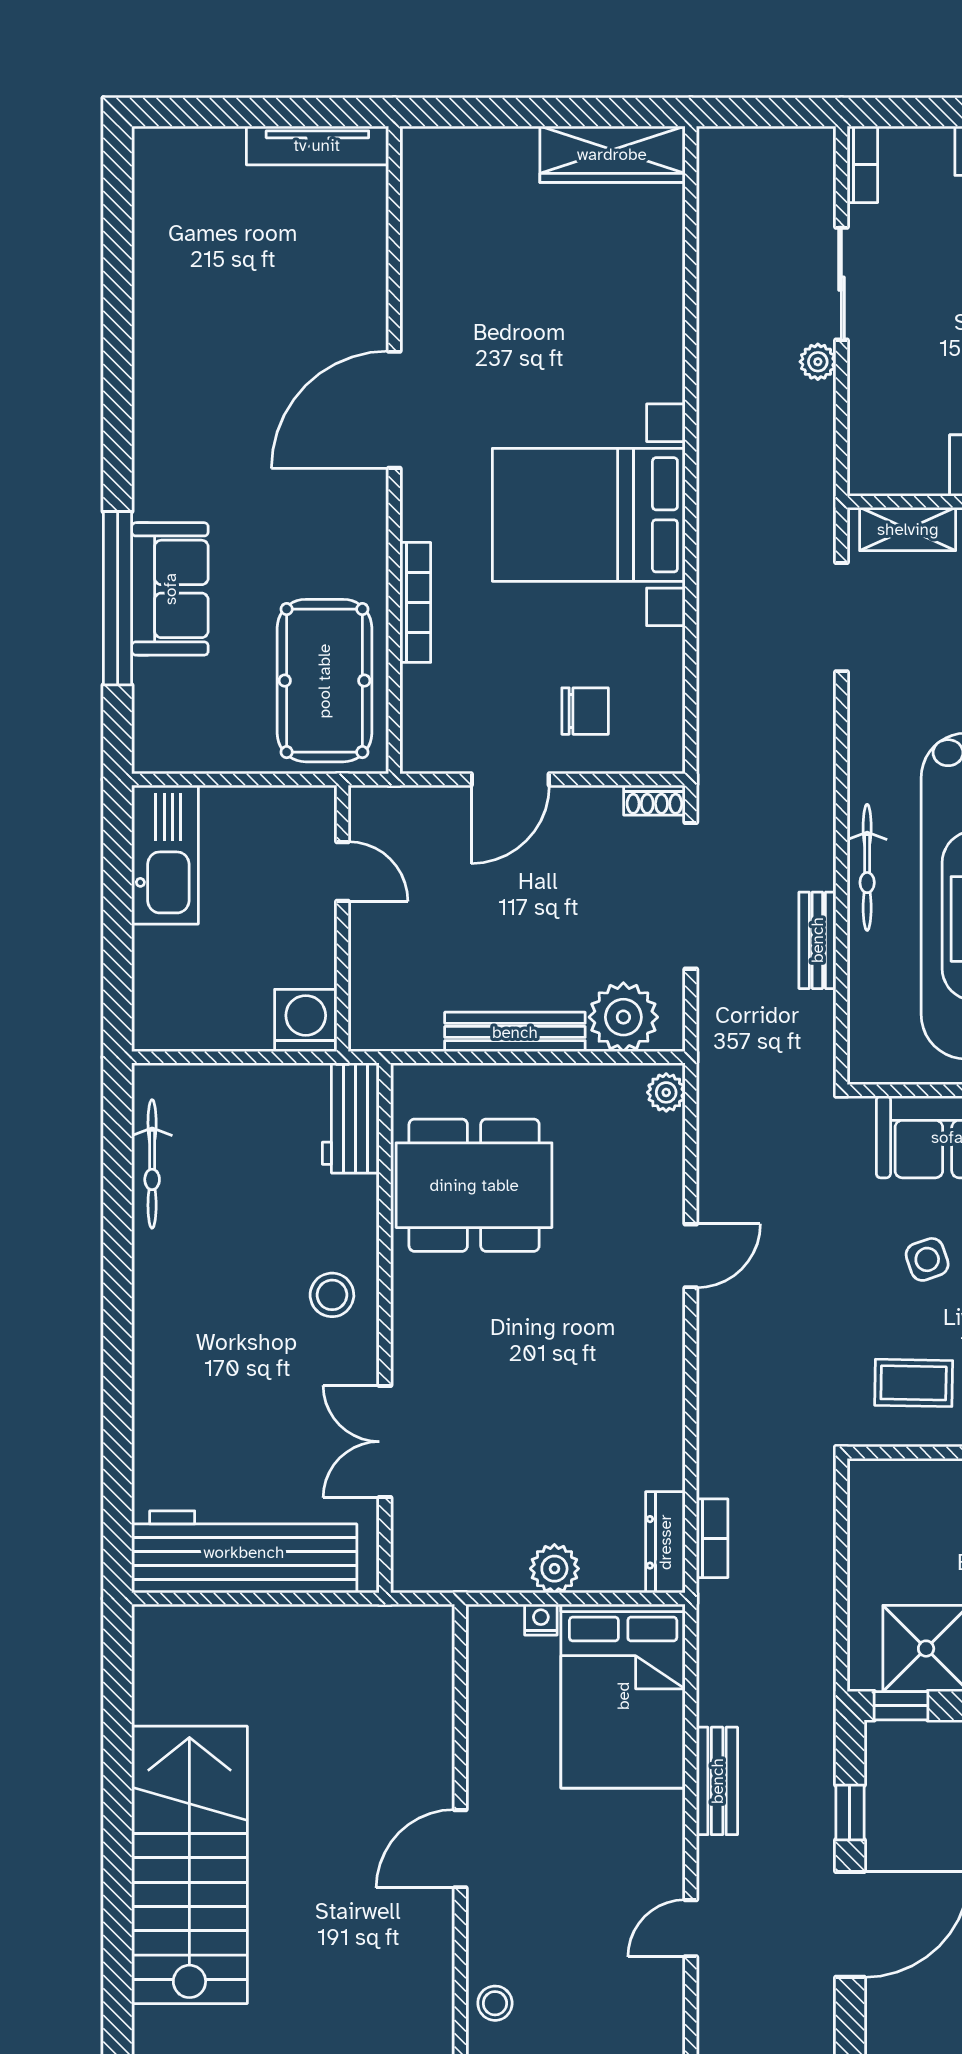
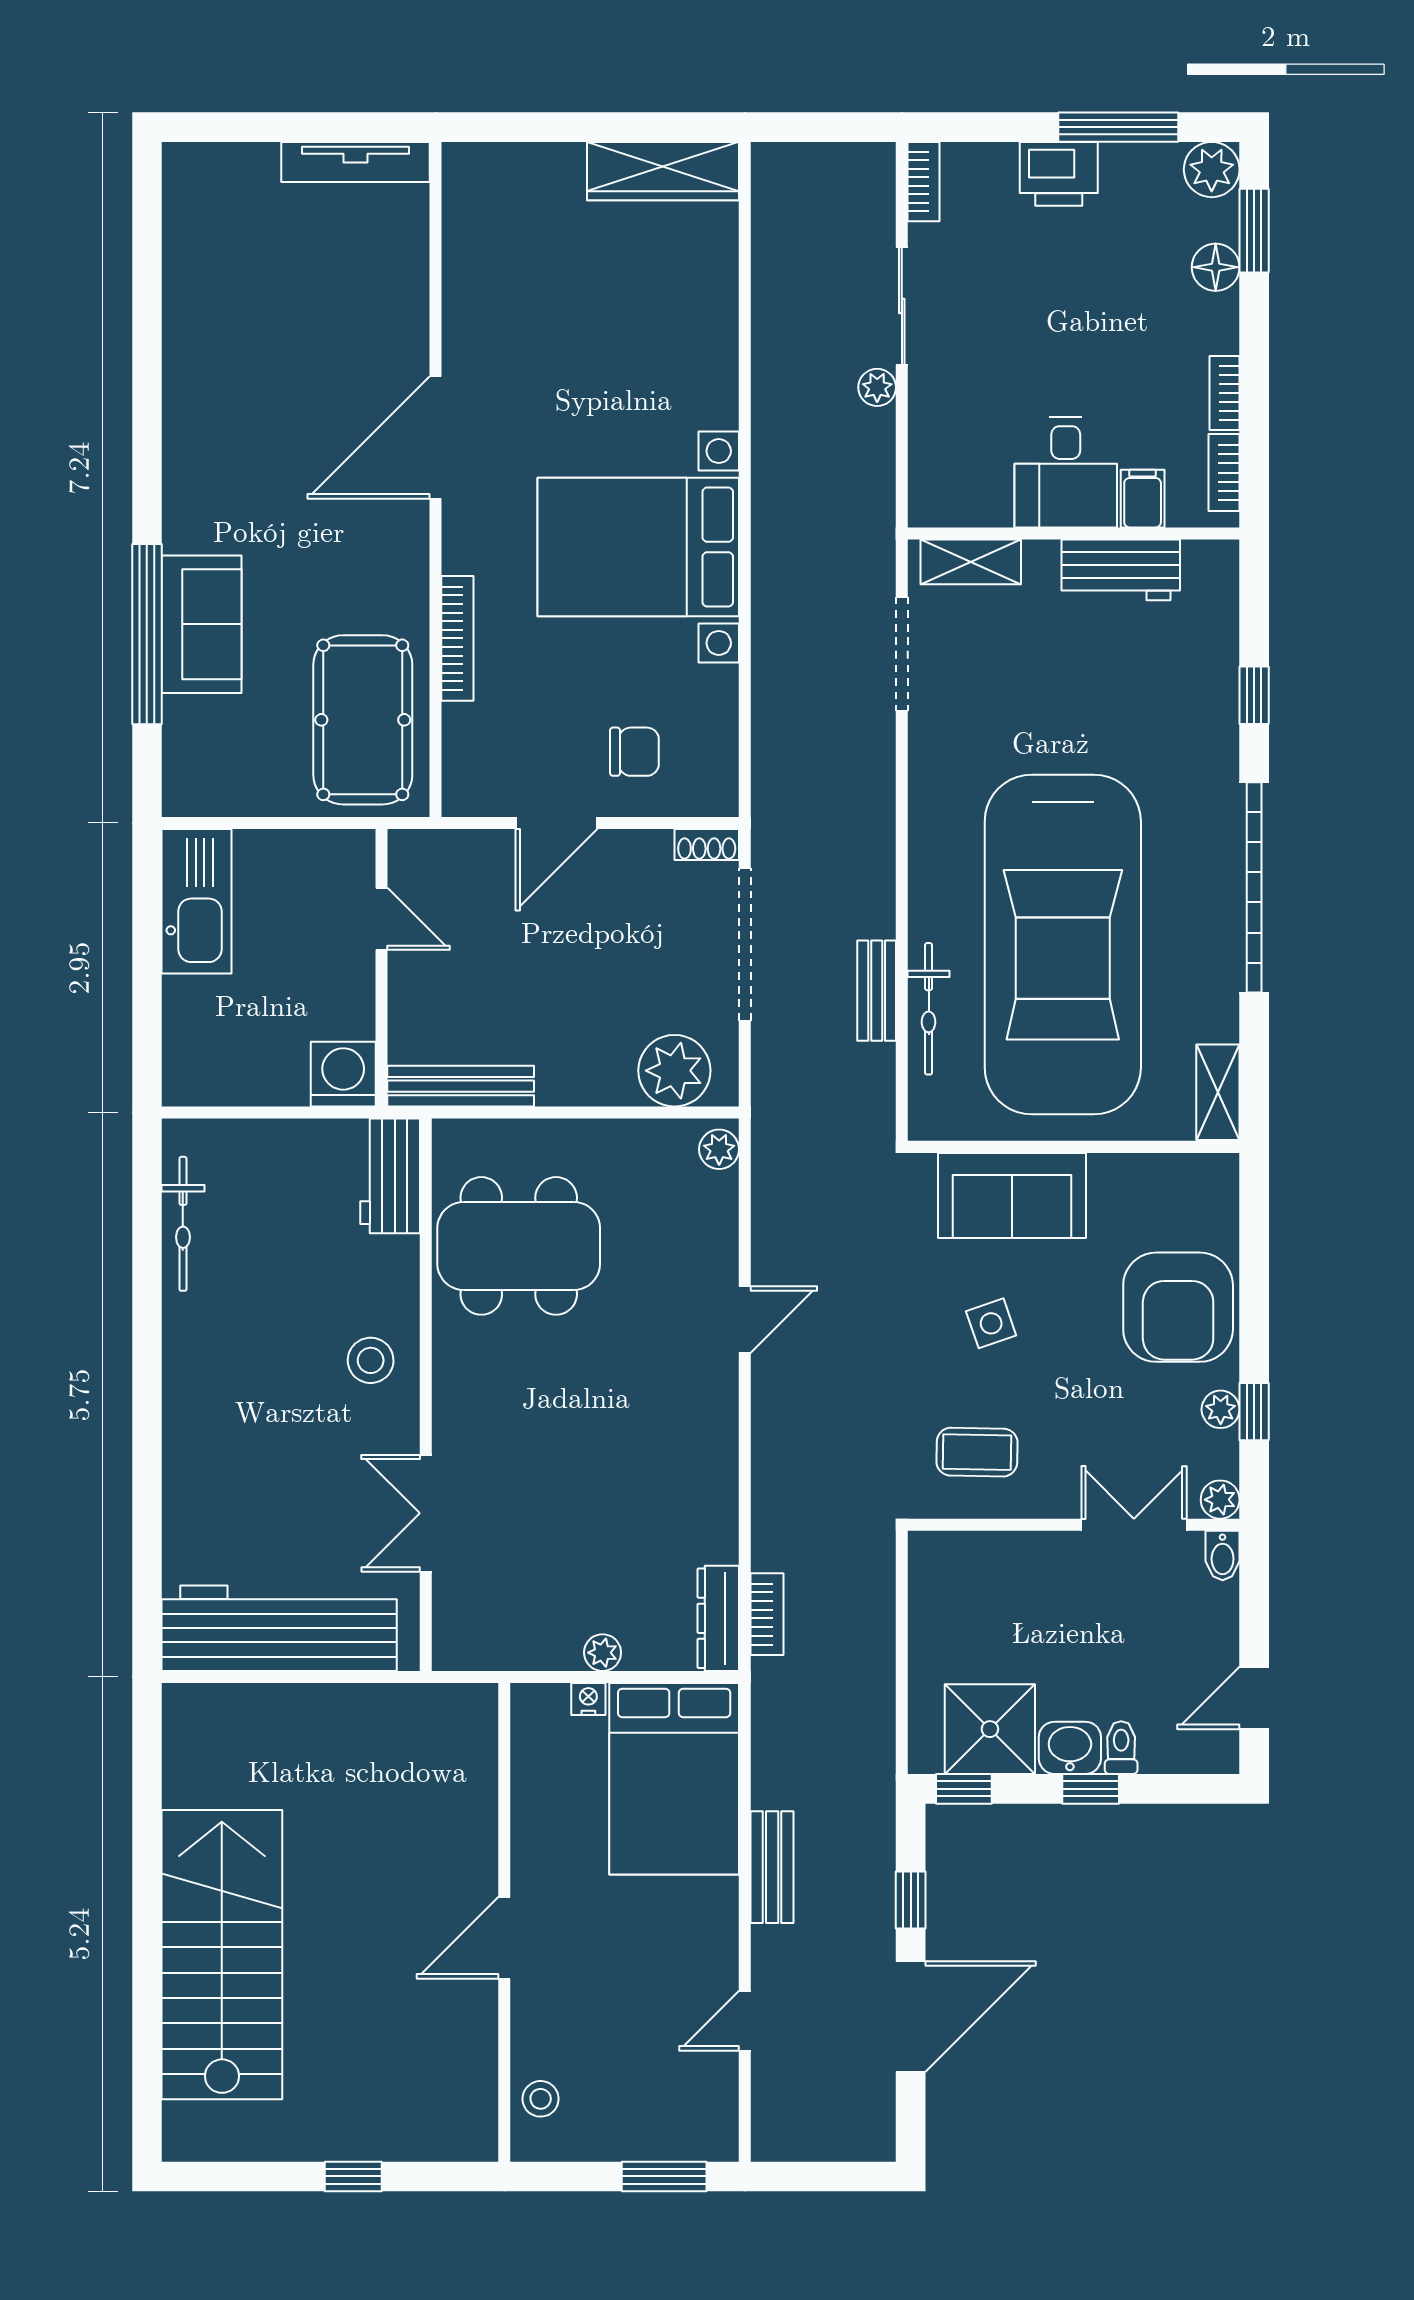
bicycle: (867, 867) -> (929, 1009), moved
bench: (515, 1032) -> (461, 1086), moved
plant: (554, 1569) -> (603, 1653), width x0.73, depth x0.73

